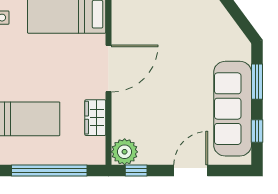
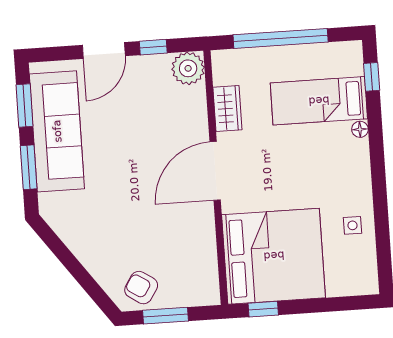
window: (257, 131) -> (24, 106), width x1.50
window: (136, 171) -> (153, 47), moved

